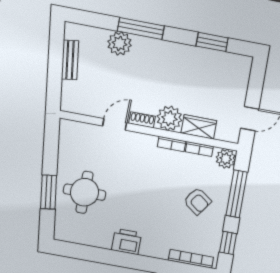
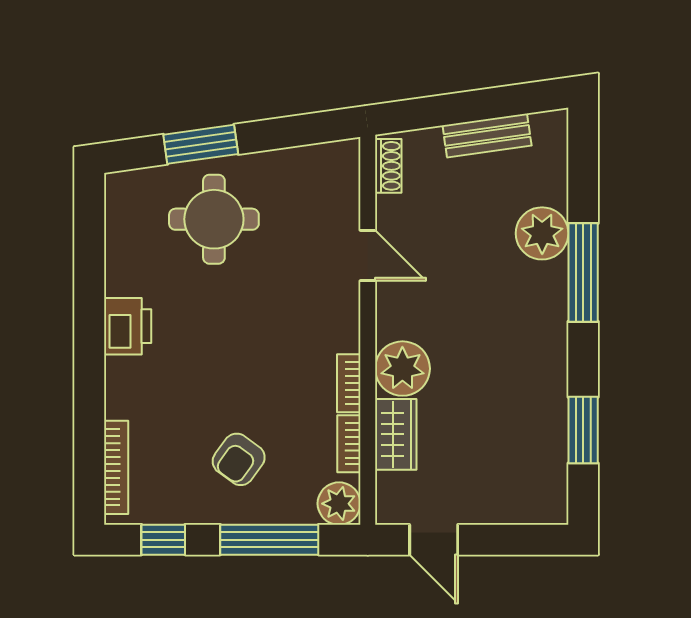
shoe rack: (142, 120) -> (388, 166), moved

